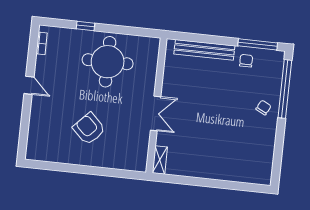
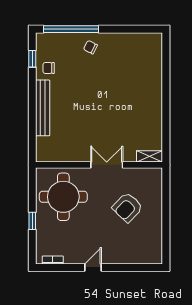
window: (258, 44) -> (32, 59), width x0.46
wall: (156, 105) -> (99, 165), moved
double door: (156, 113) -> (107, 165), moved
shelving: (160, 160) -> (150, 156), moved

